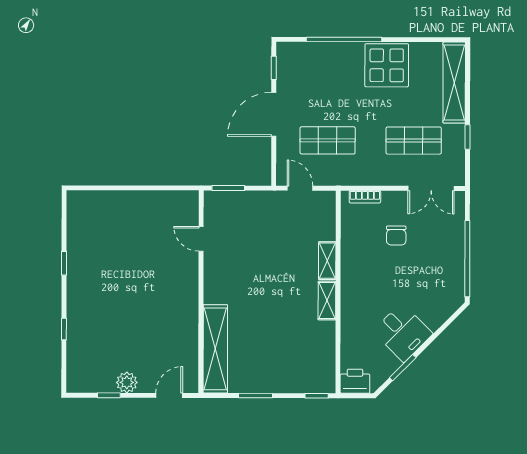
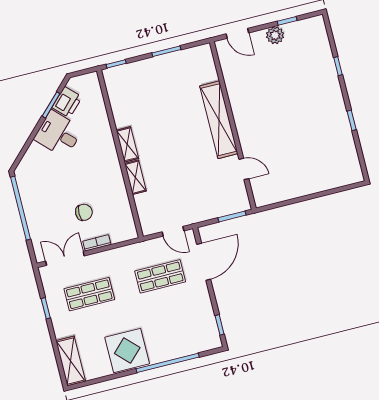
shelving: (454, 83) -> (71, 361), width x0.68
door: (274, 114) -> (204, 262), moved
bookcase: (365, 197) -> (97, 243), moved
chair: (396, 236) -> (84, 212), turned 90
shelving: (215, 349) -> (219, 120), moved
printer: (355, 381) -> (67, 102), moved, turned -45
door: (169, 395) -> (237, 33), hinge flipped

